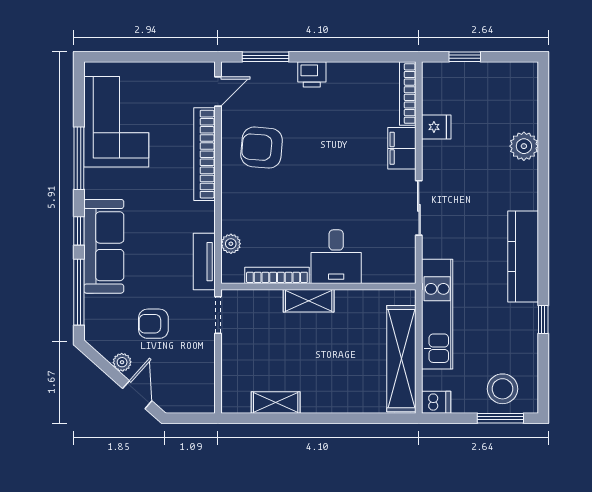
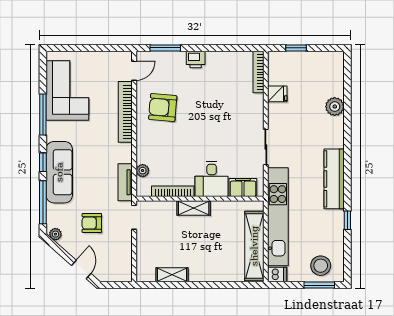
filing cabinet: (402, 148) -> (243, 188), moved, turned 90
kitchen unit: (437, 314) -> (278, 217), width x1.36
plant: (122, 362) -> (55, 234), moved

